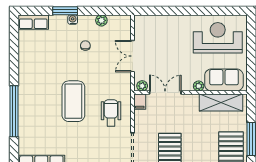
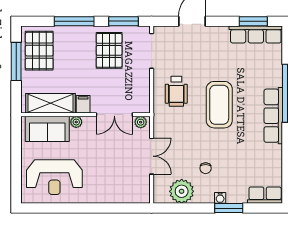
plant: (101, 20) -> (182, 191), width x1.87, depth x1.87
row of seats: (26, 92) -> (273, 116), added
filing cabinet: (140, 102) -> (83, 104), moved

